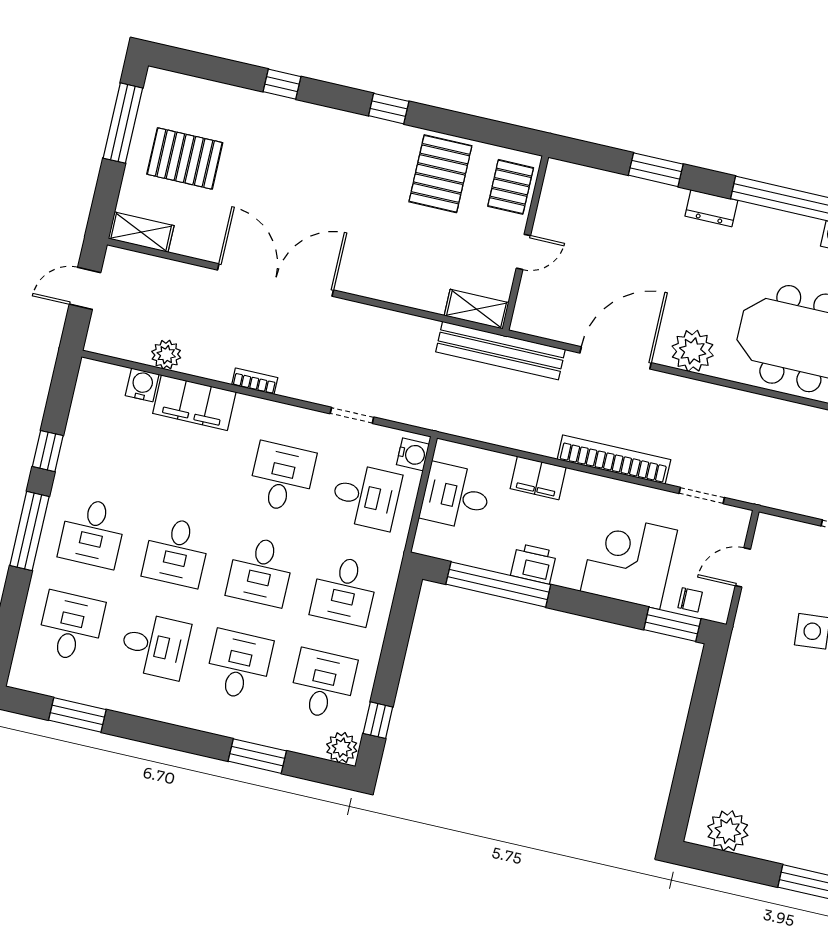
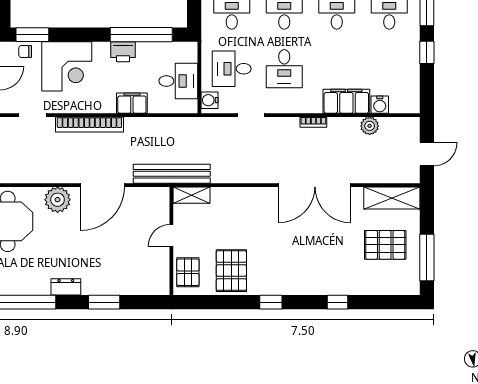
shelving: (141, 232) -> (392, 198), width x1.50, depth x1.33

